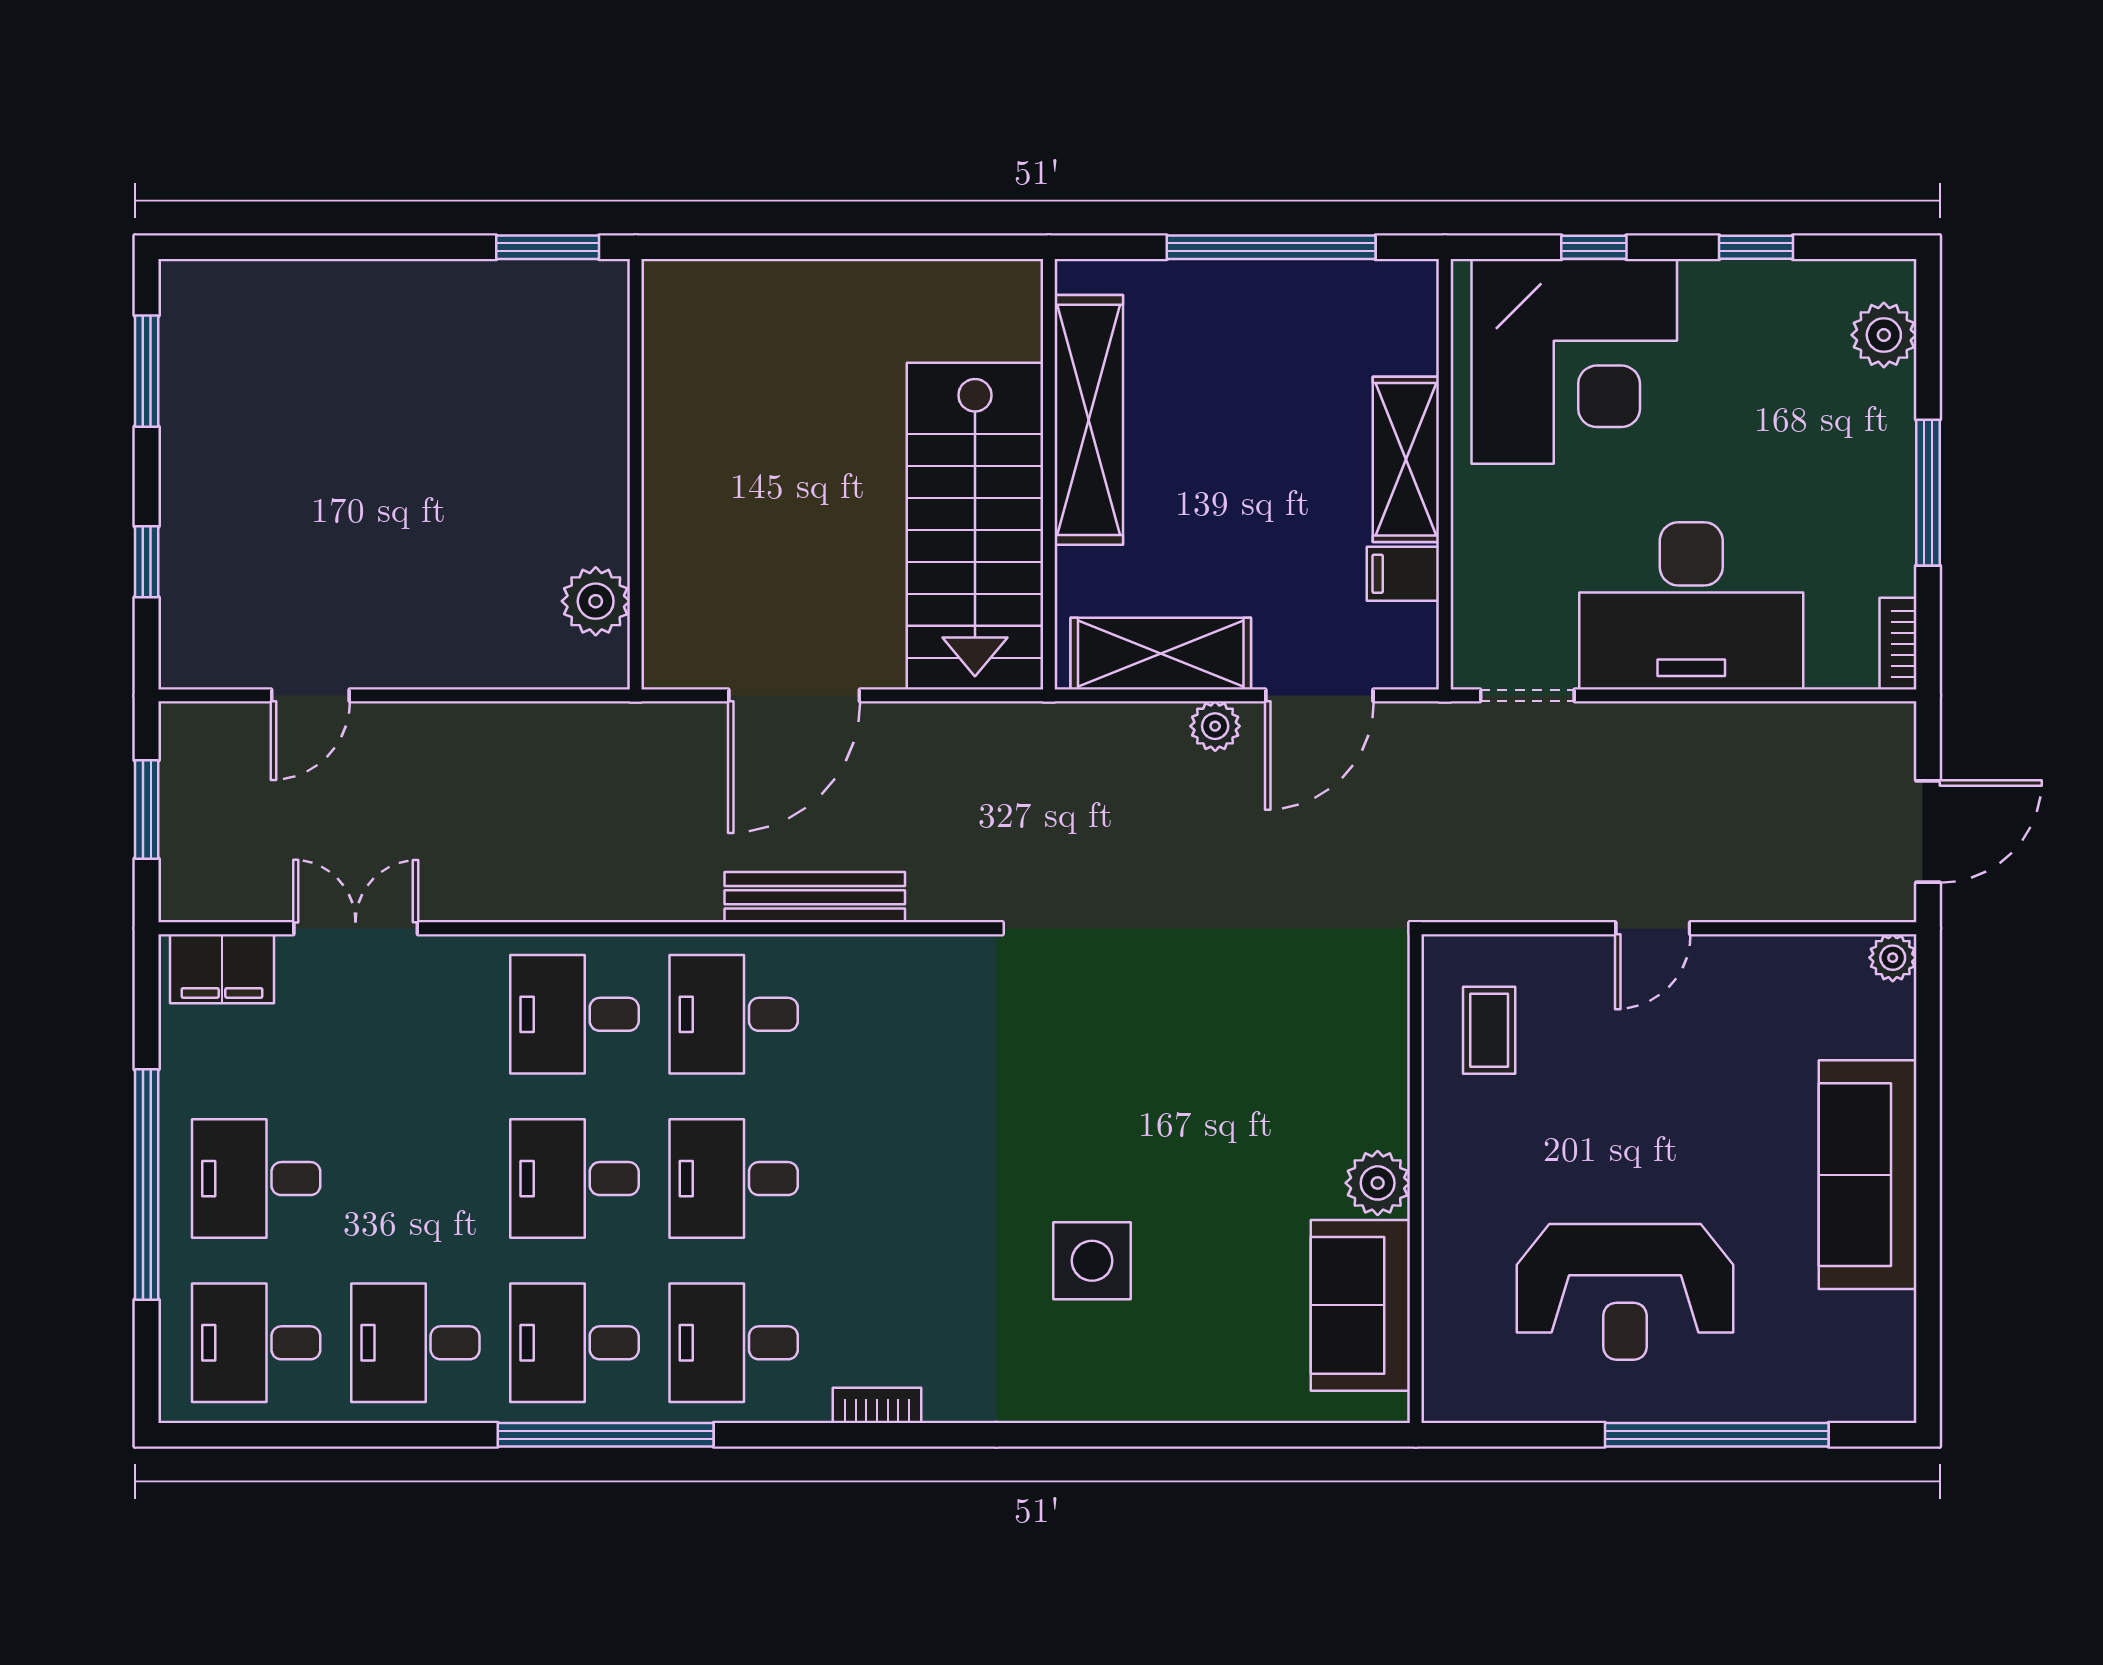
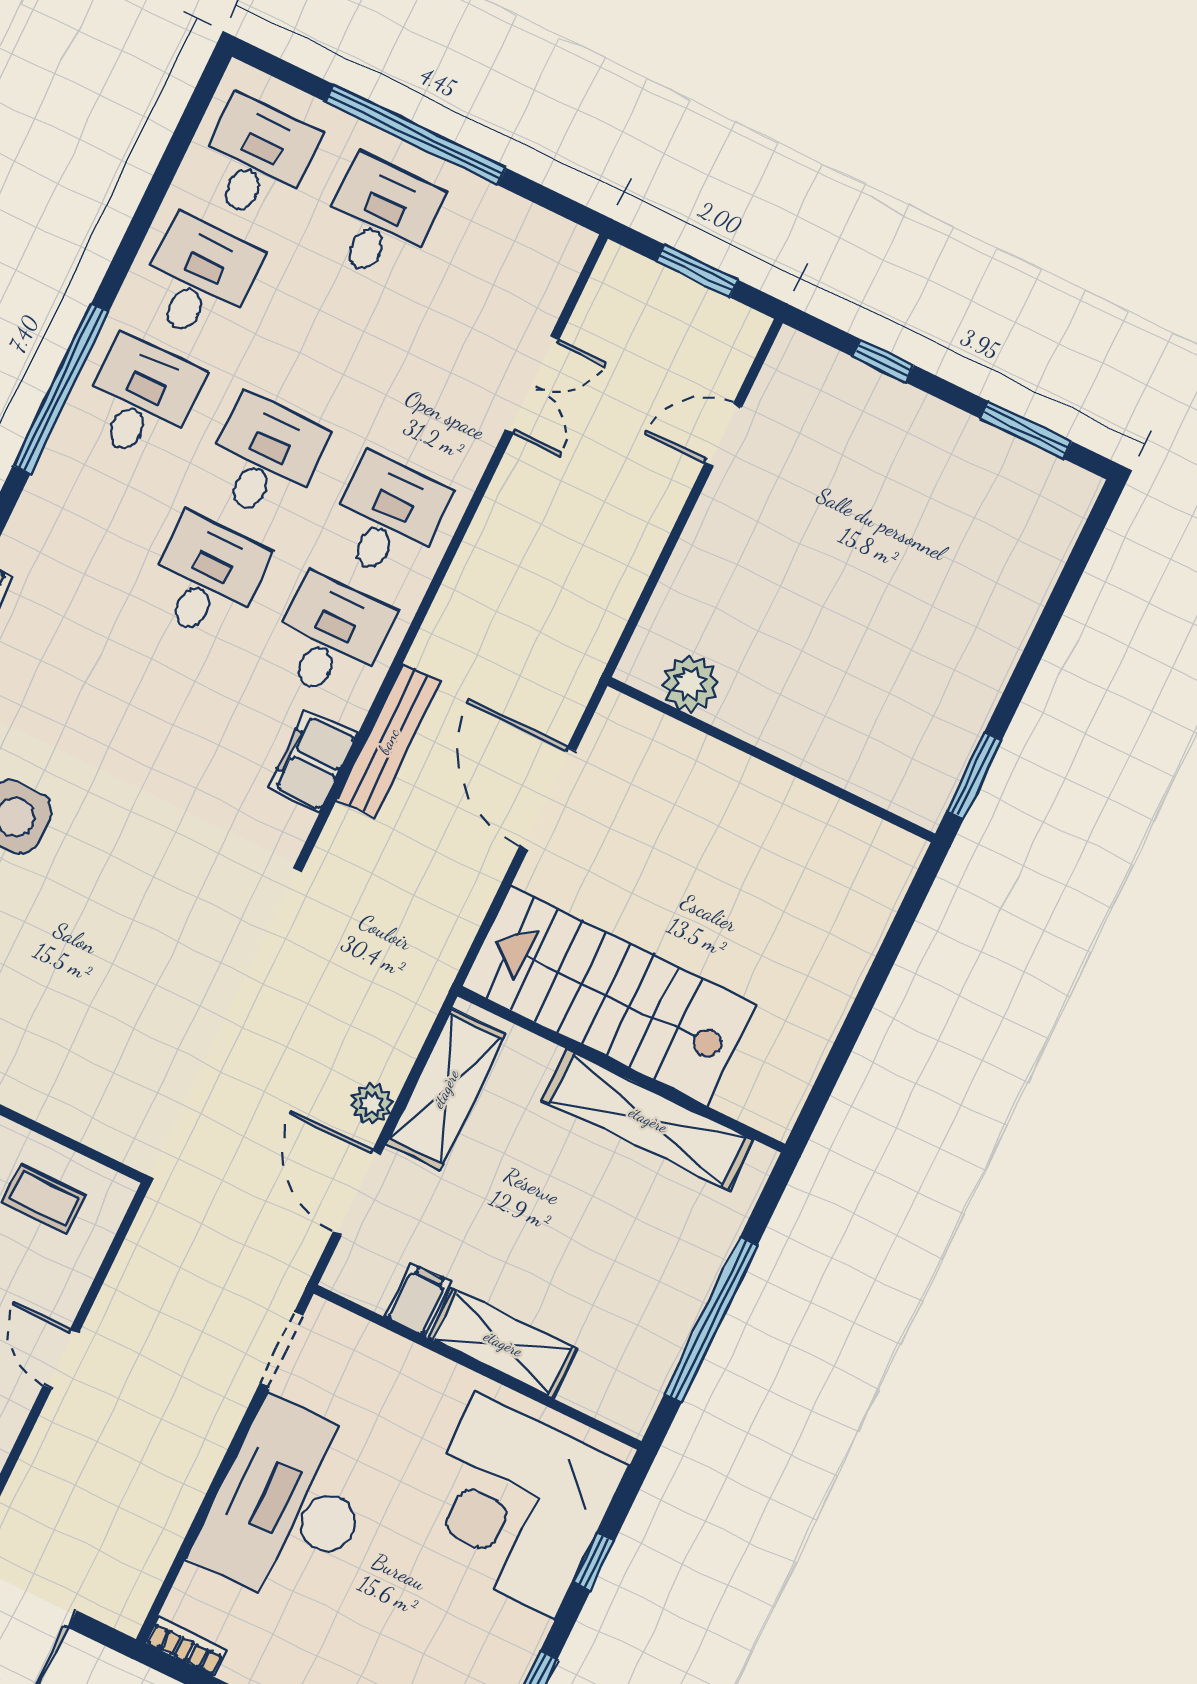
door: (310, 695) -> (723, 435), hinge flipped
filing cabinet: (222, 969) -> (312, 761), moved
desk: (734, 1343) -> (83, 518), removed

